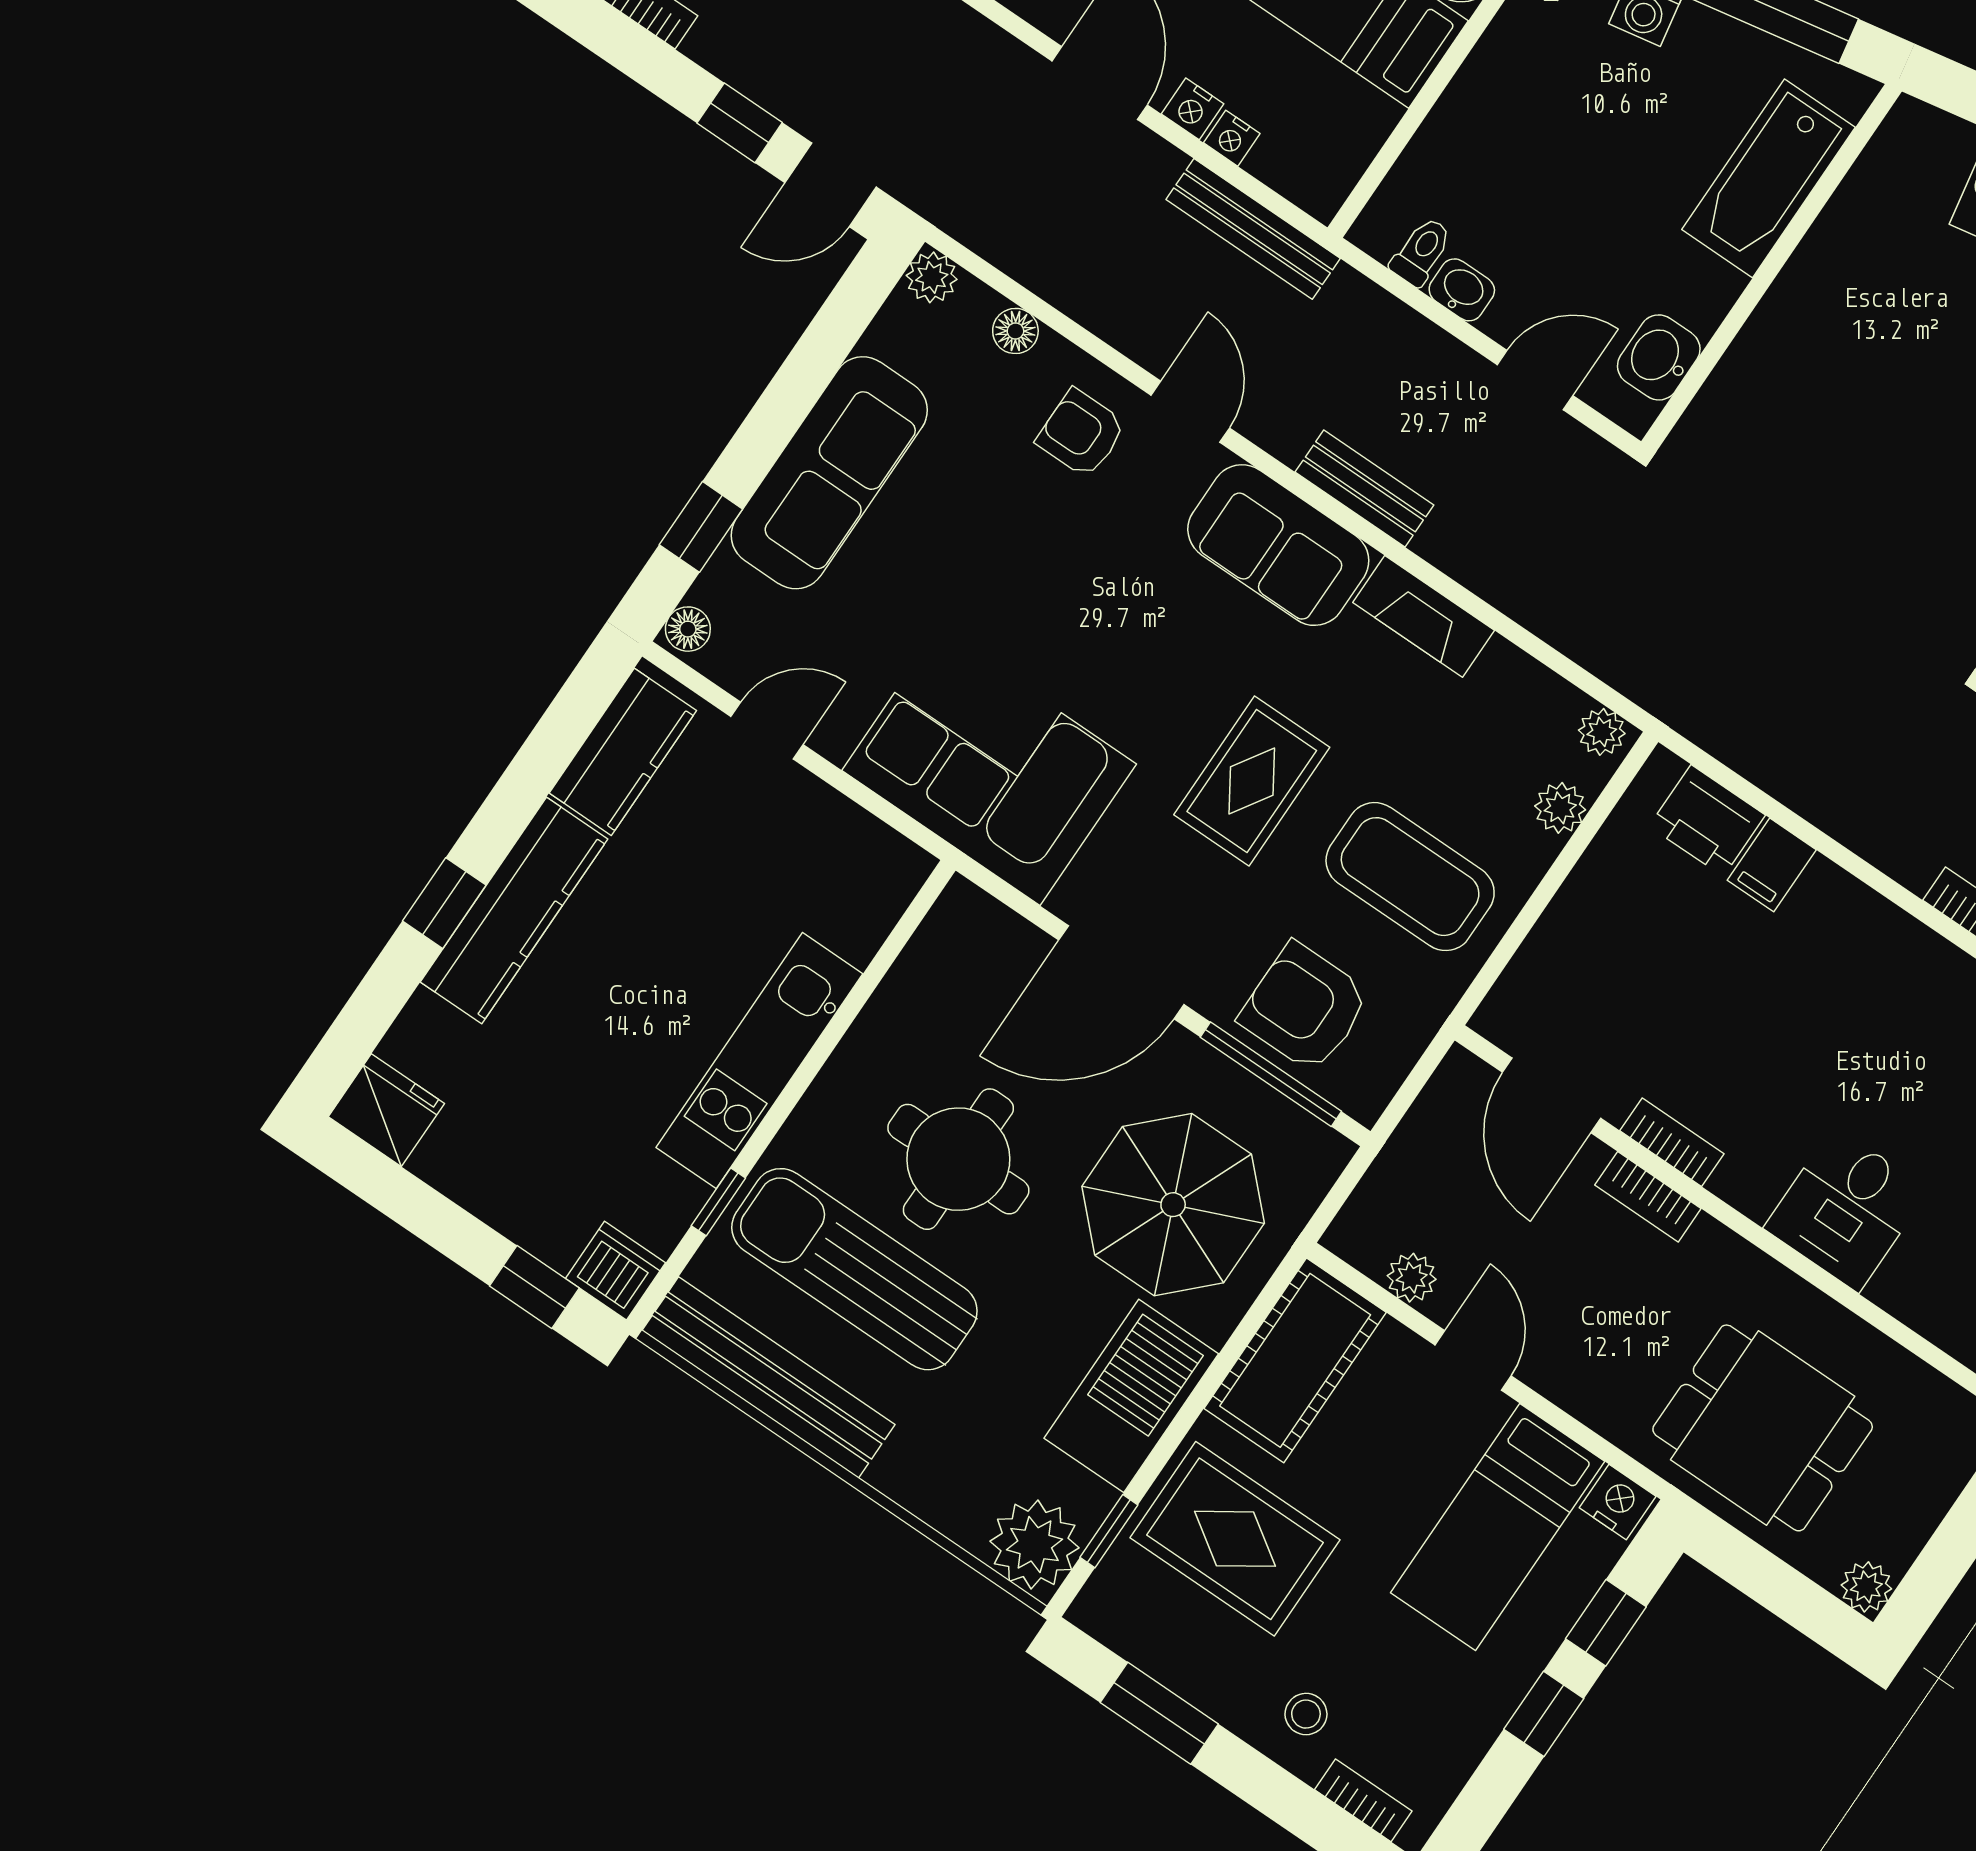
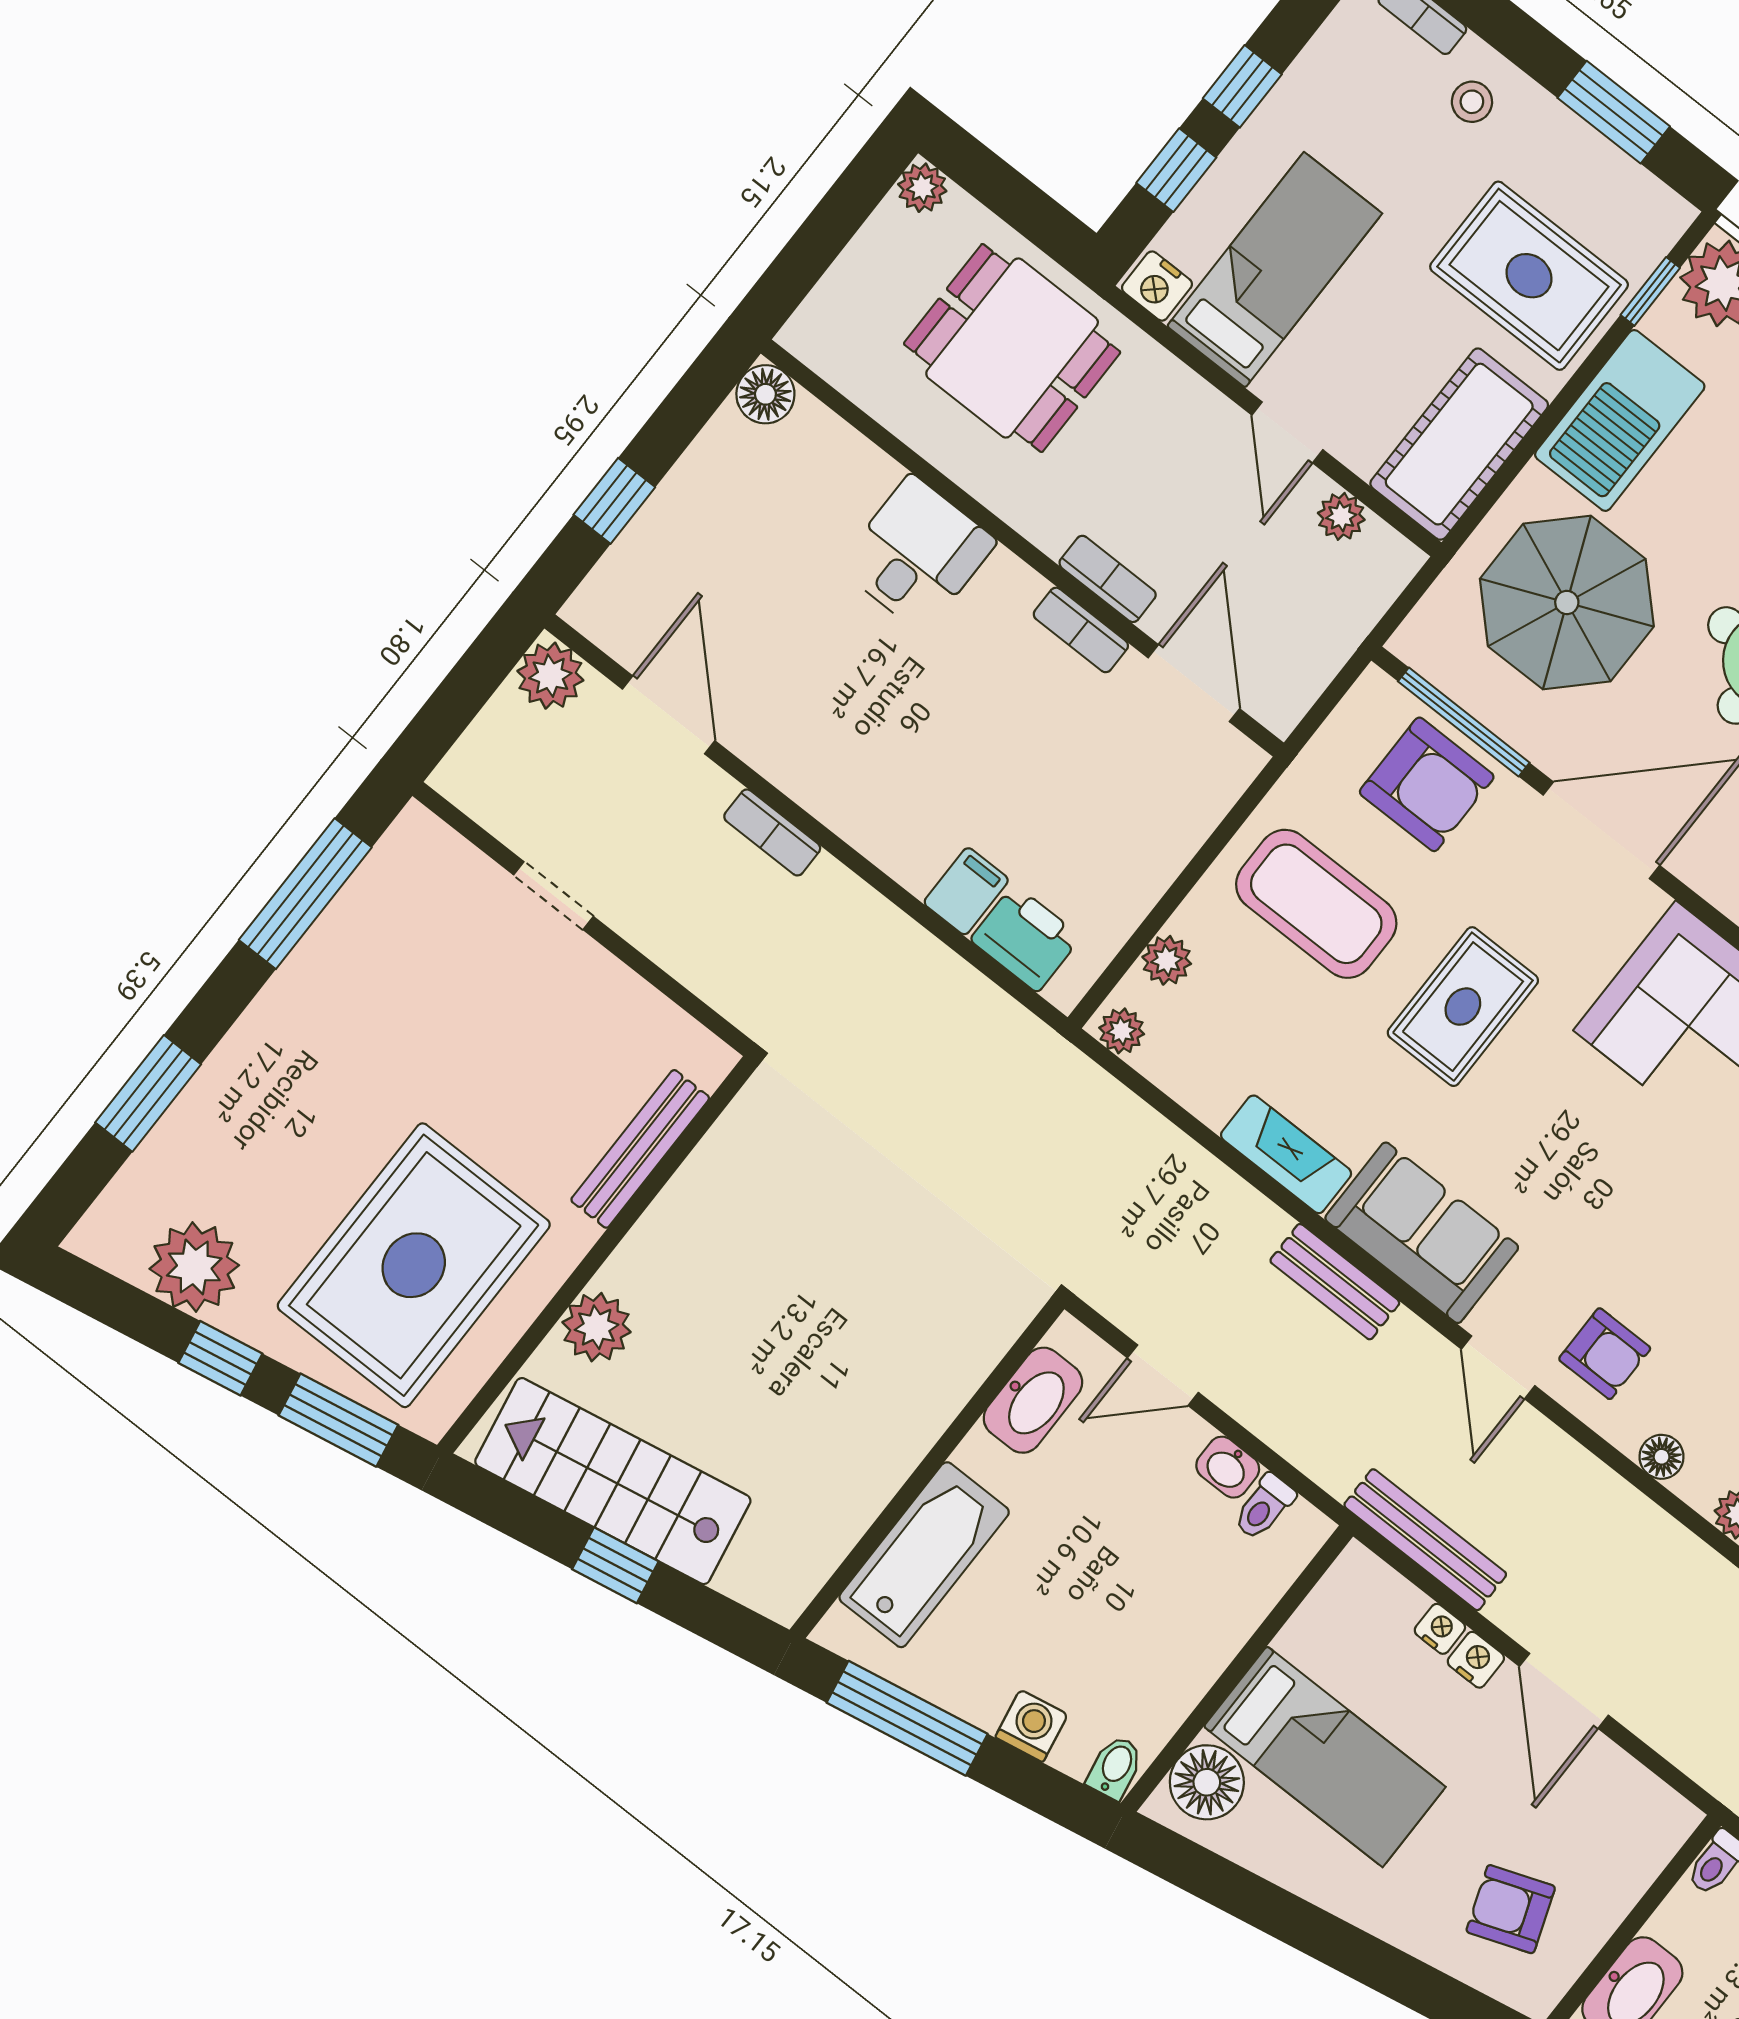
washbasin: (1659, 357) -> (1033, 1400), width x1.38

